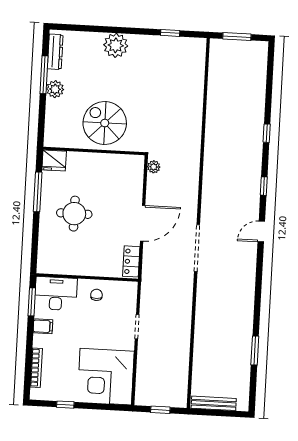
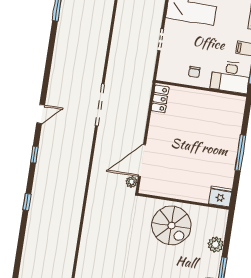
plant: (55, 89) -> (216, 245), moved
window: (38, 192) -> (241, 153), moved
round table: (74, 214) -> (207, 147), removed
door: (143, 223) -> (142, 161), moved

